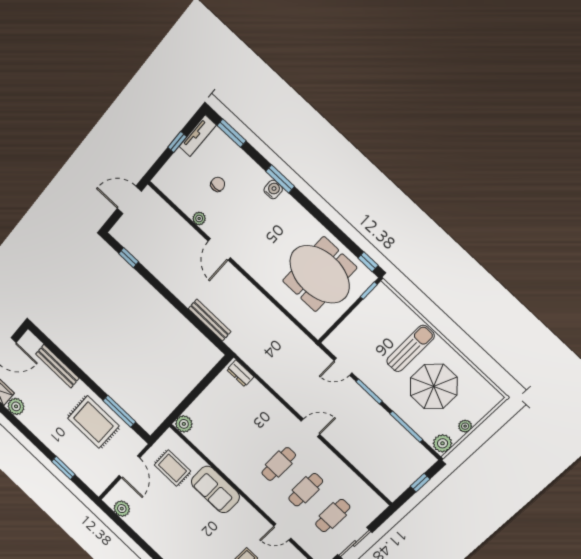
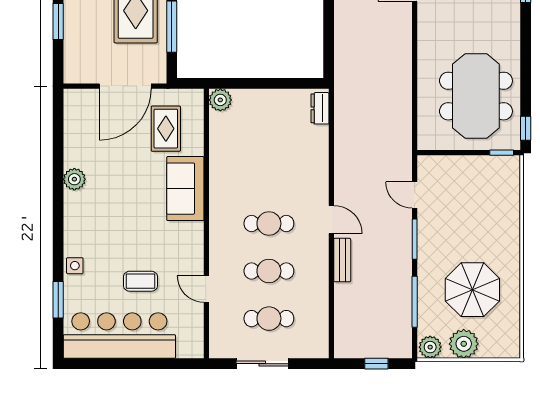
bench: (210, 320) -> (342, 260), moved, width x0.73
sun lounger: (410, 349) -> (486, 237), removed
plant: (465, 426) -> (464, 344), width x1.87, depth x1.87
door: (129, 467) -> (125, 86), width x1.36
plant: (122, 509) -> (74, 179), moved

